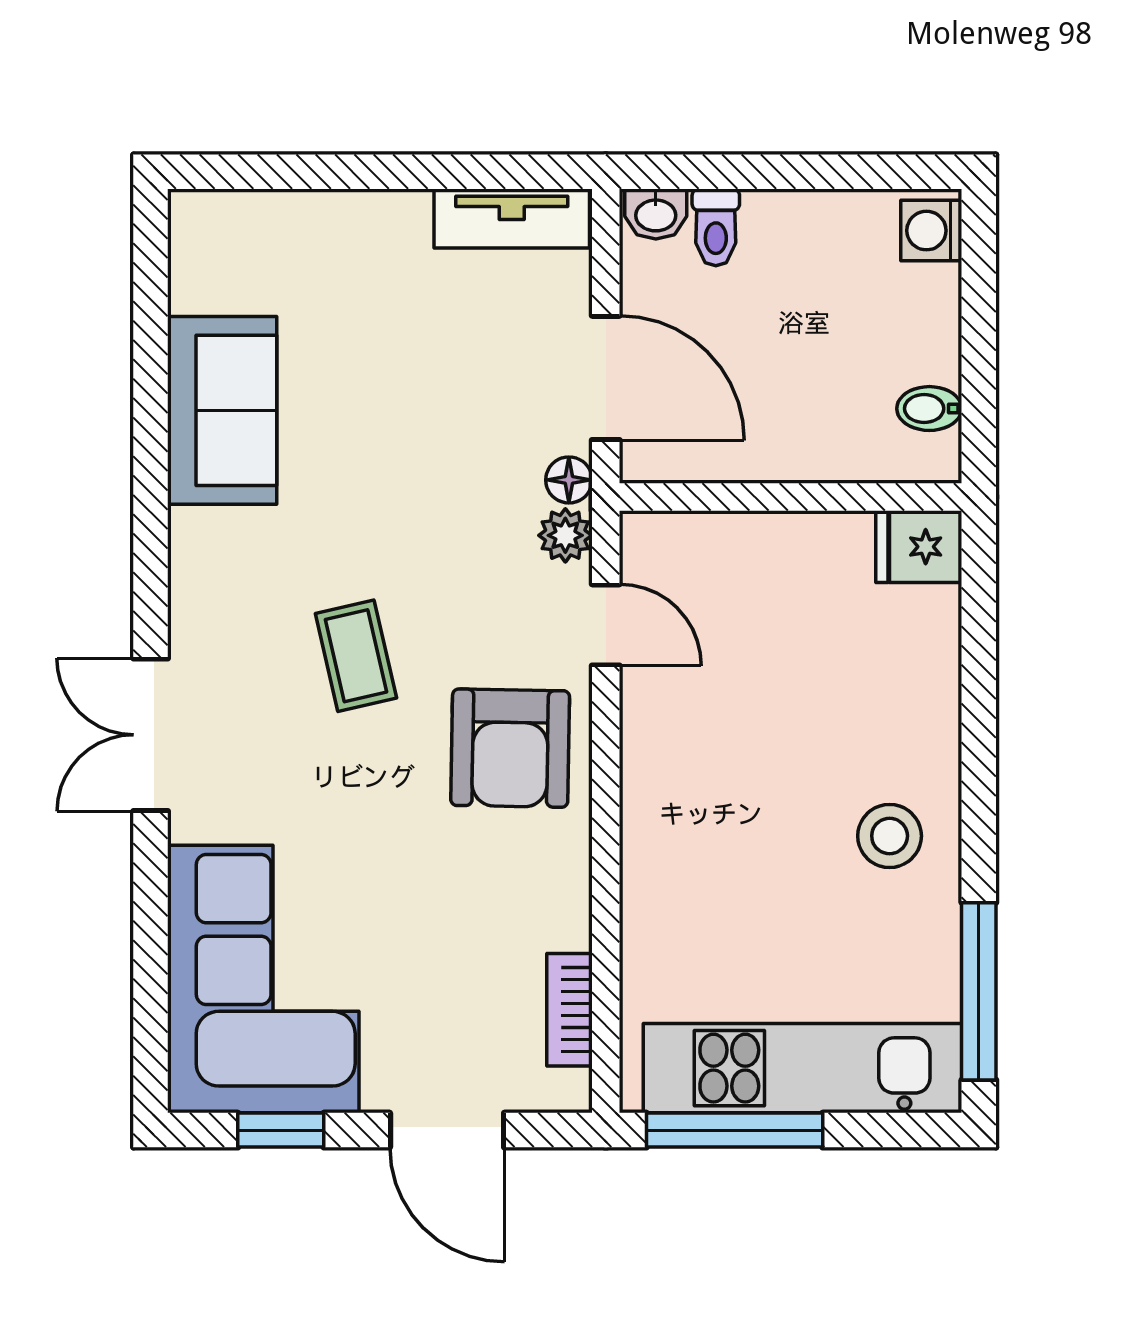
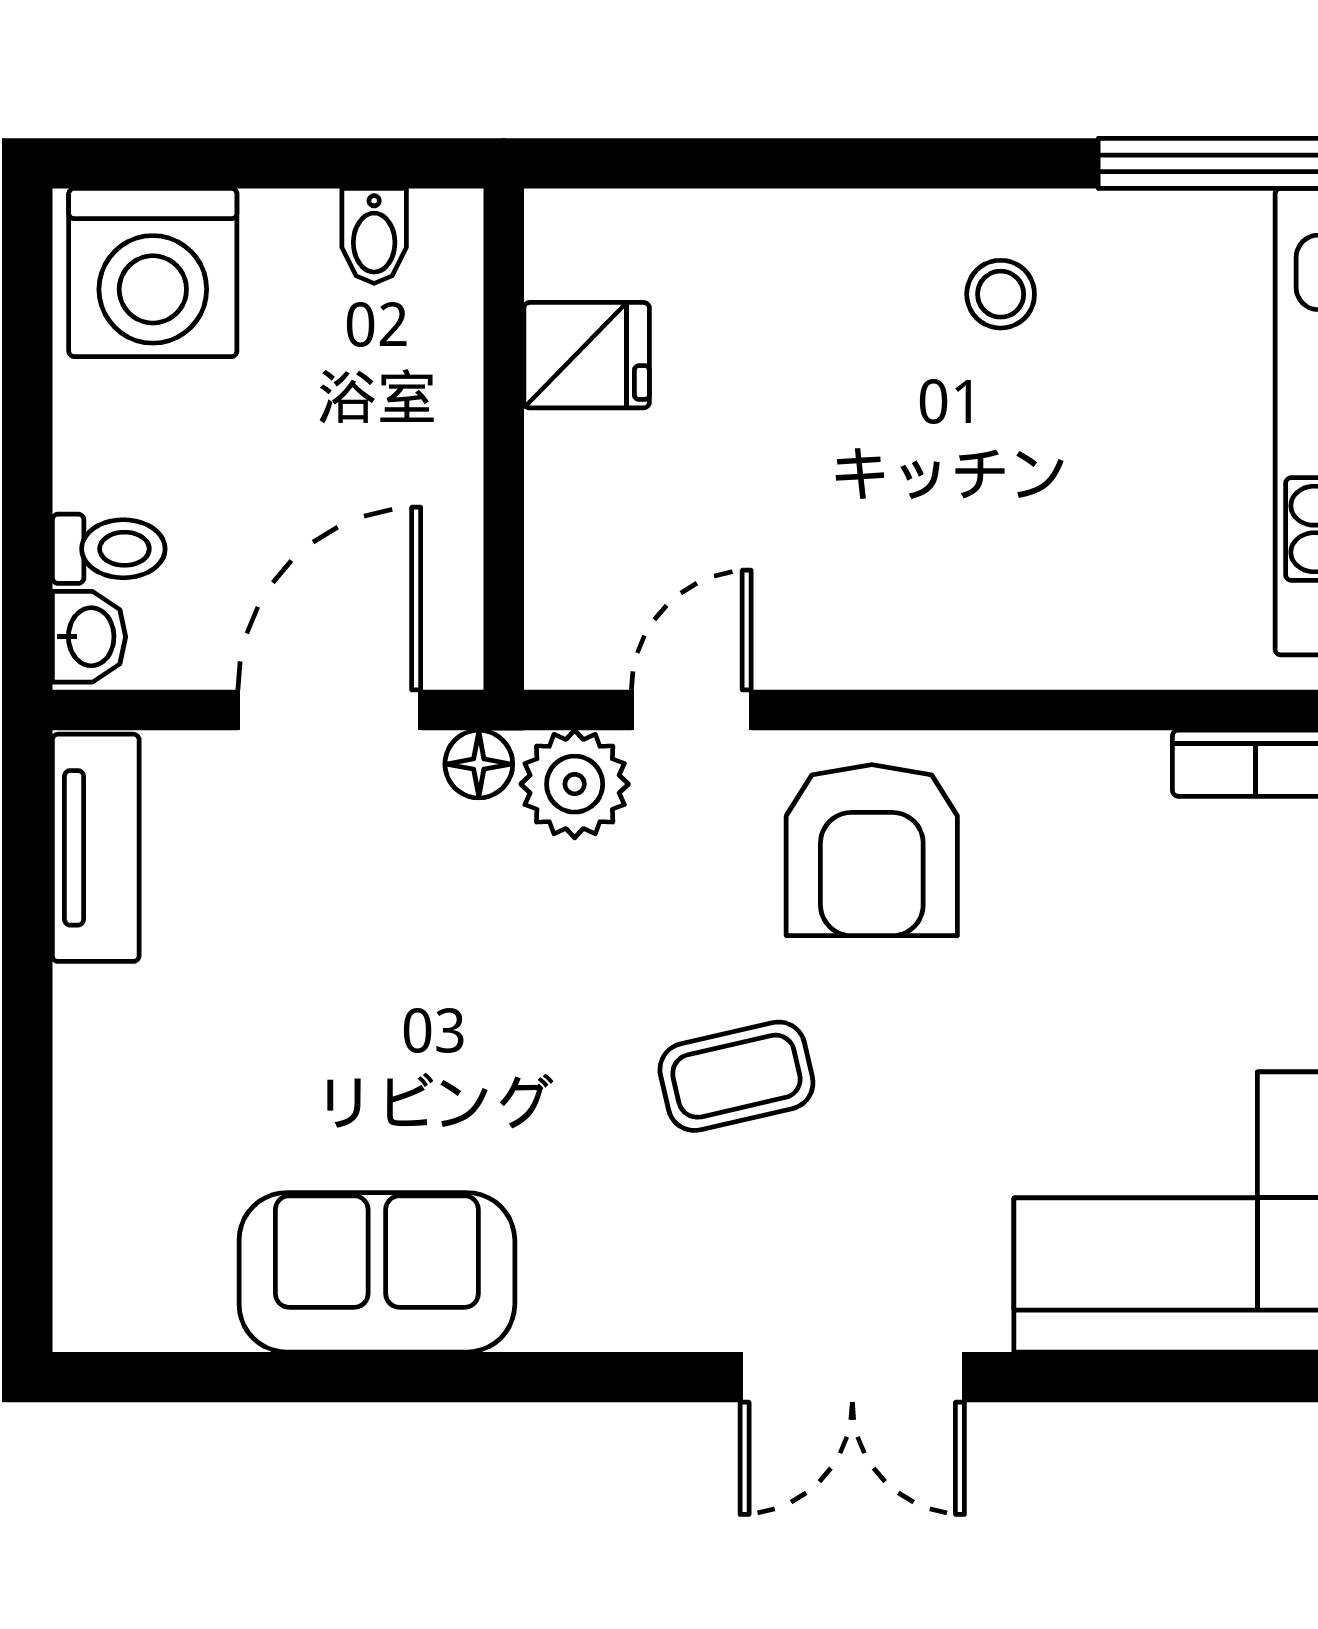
washing machine: (931, 231) -> (153, 273), width x1.89, depth x1.89
plant: (565, 535) -> (575, 784), width x1.38, depth x1.38
fridge: (919, 547) -> (587, 355), moved, turned -90
armchair: (510, 748) -> (872, 850), turned 89
stool: (890, 836) -> (1001, 294), width x0.73, depth x0.73

